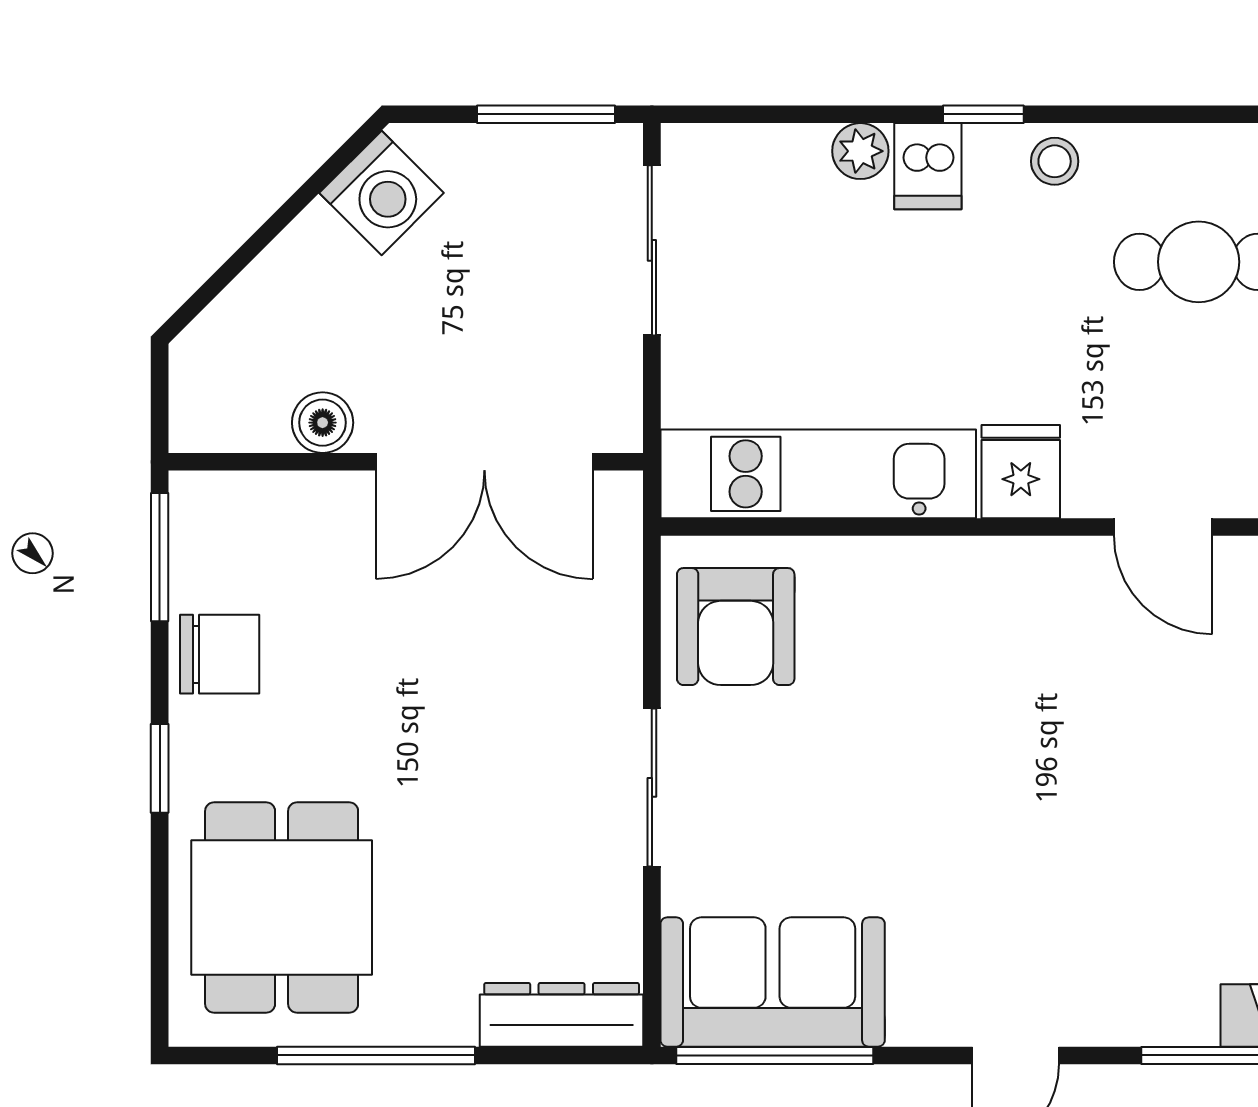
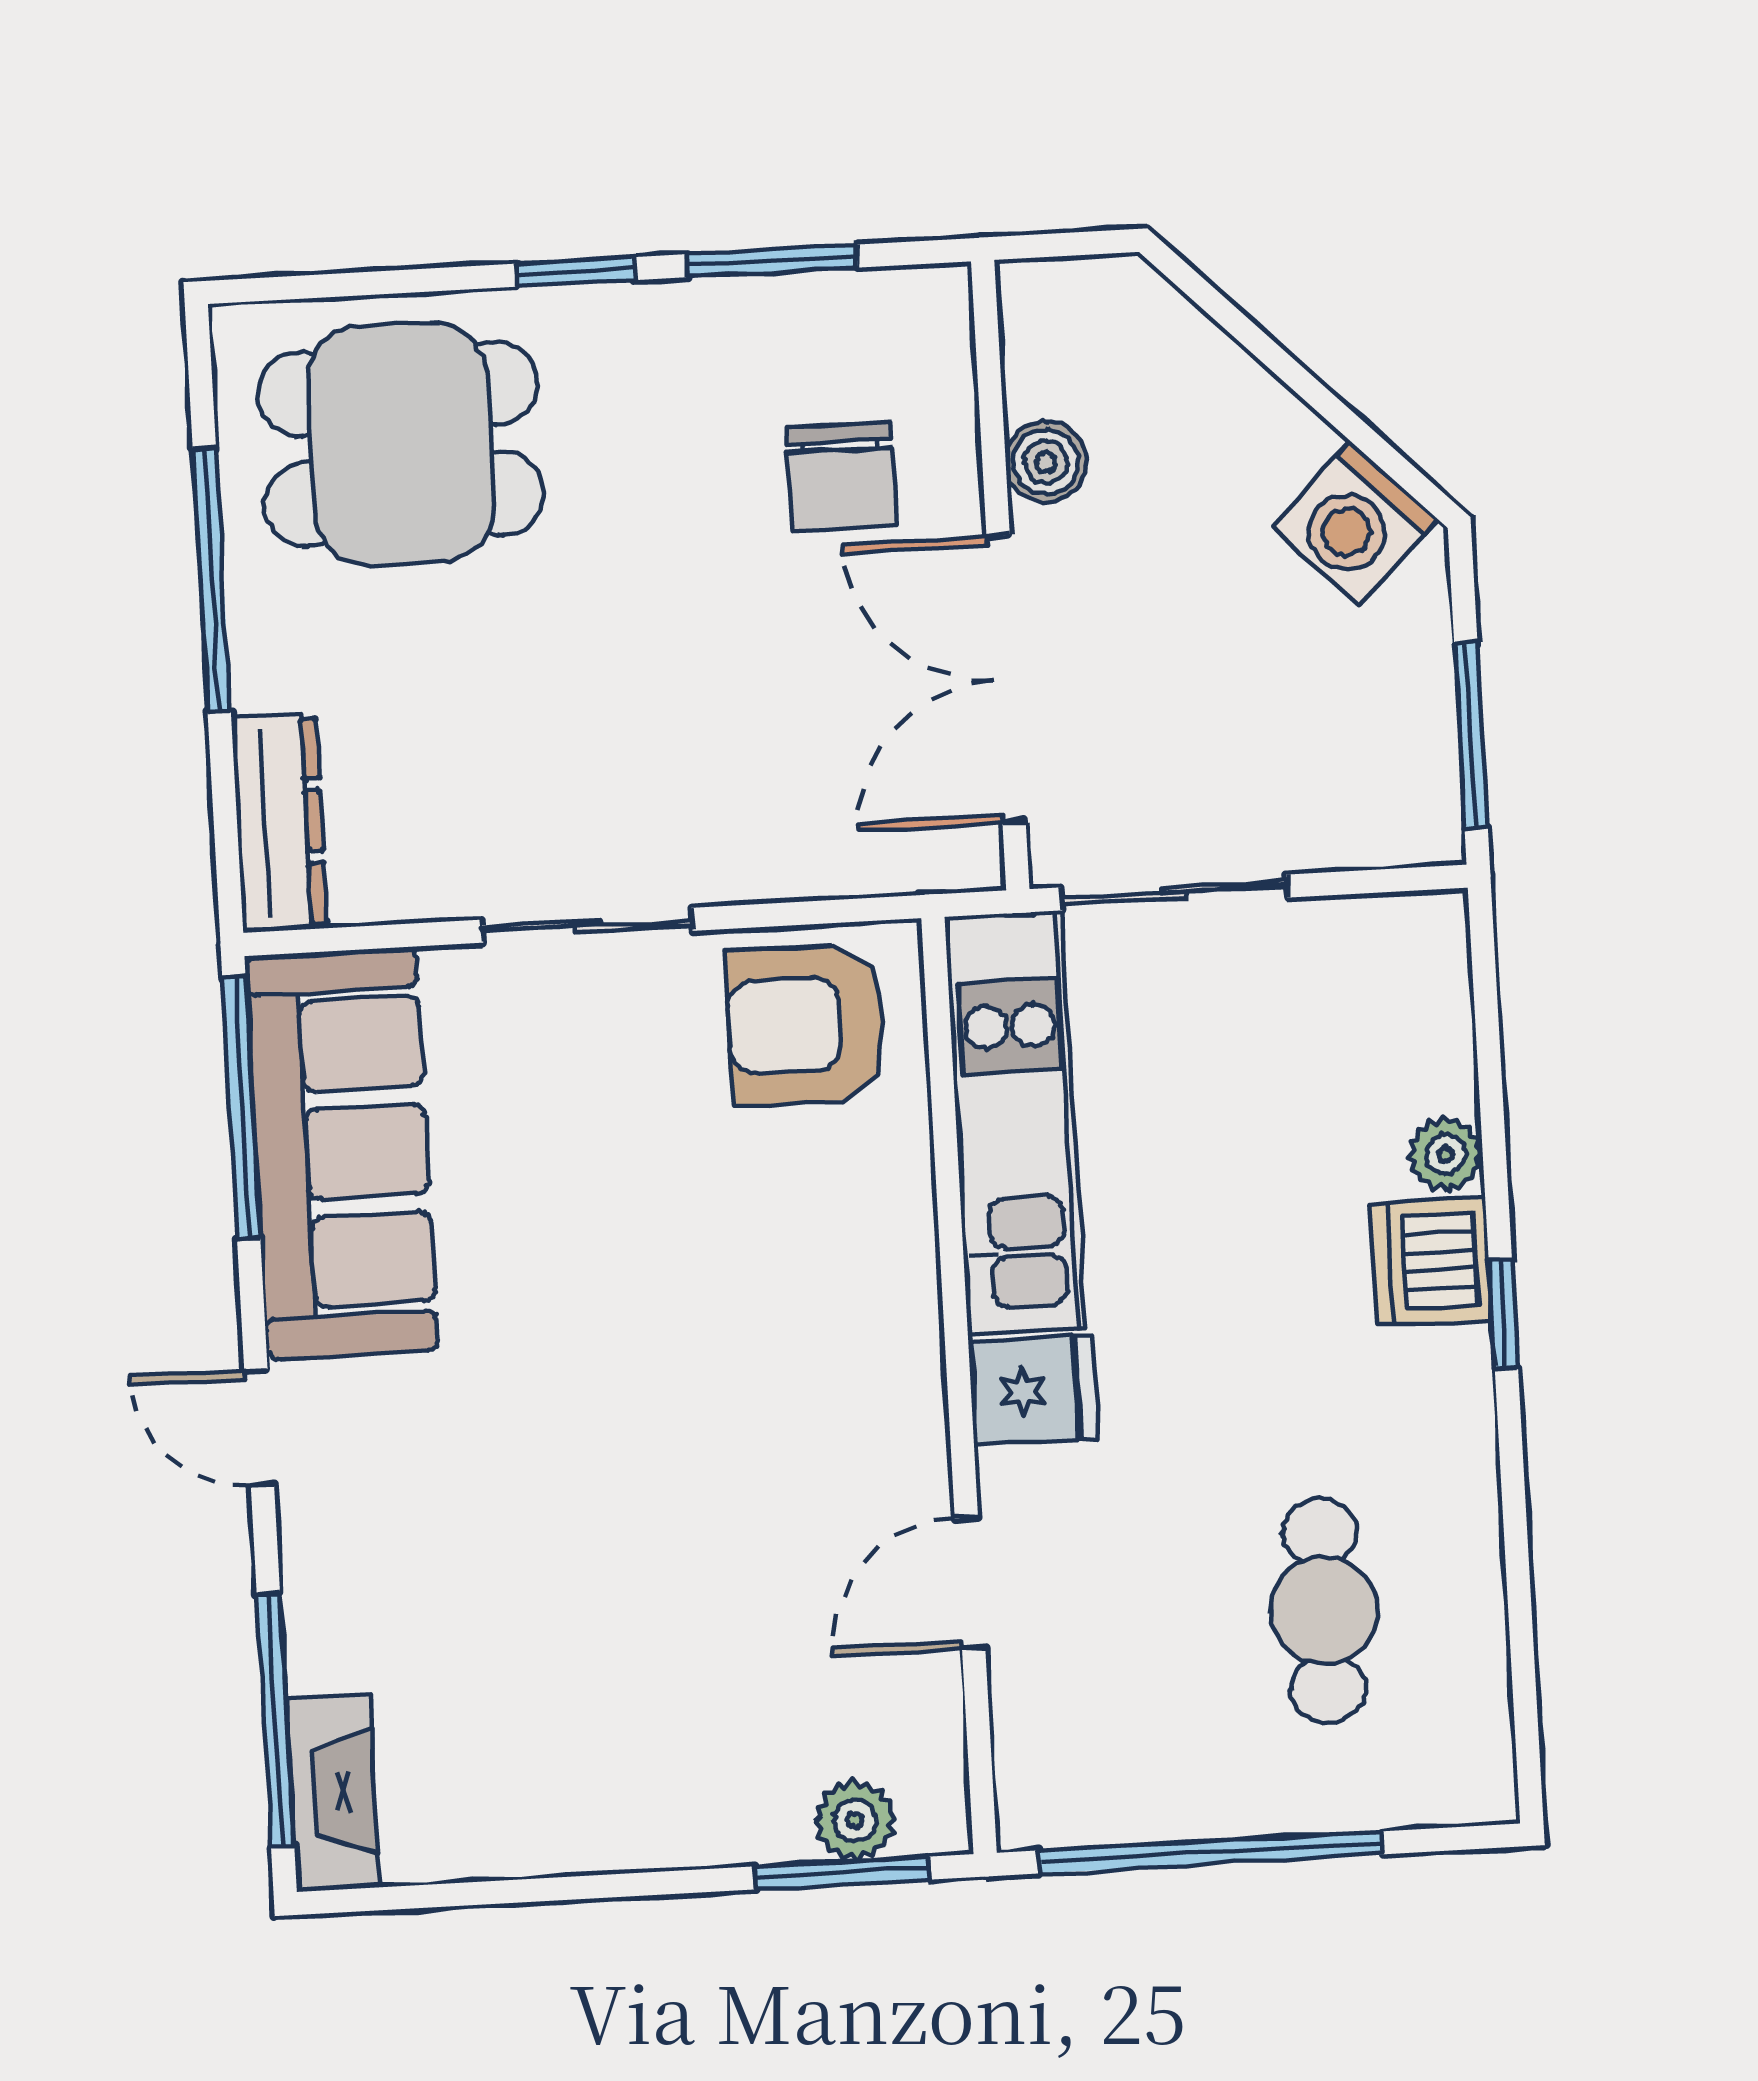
stool: (1055, 161) -> (1446, 1412), removed
dishwasher: (928, 166) -> (1431, 1262), width x1.38
sliding door: (652, 250) -> (1174, 892), moved
window: (160, 557) -> (772, 261), moved
chair: (220, 654) -> (841, 477), moved
sofa: (773, 982) -> (341, 1153), width x1.36

